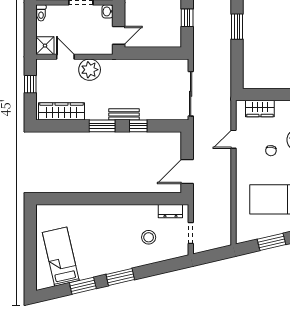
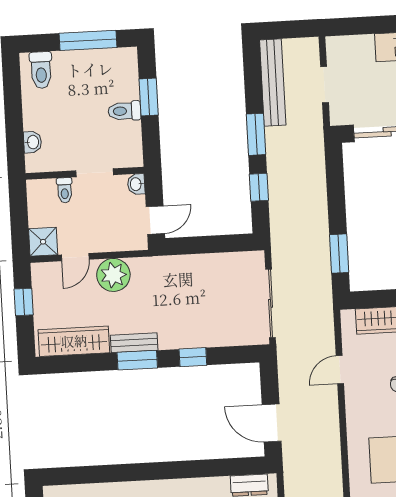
toilet: (41, 13) -> (65, 190), moved
window: (237, 27) -> (339, 254), moved
door: (65, 57) -> (75, 257), swing flipped
bench: (124, 114) -> (134, 343), moved
door: (187, 171) -> (272, 423), hinge flipped

